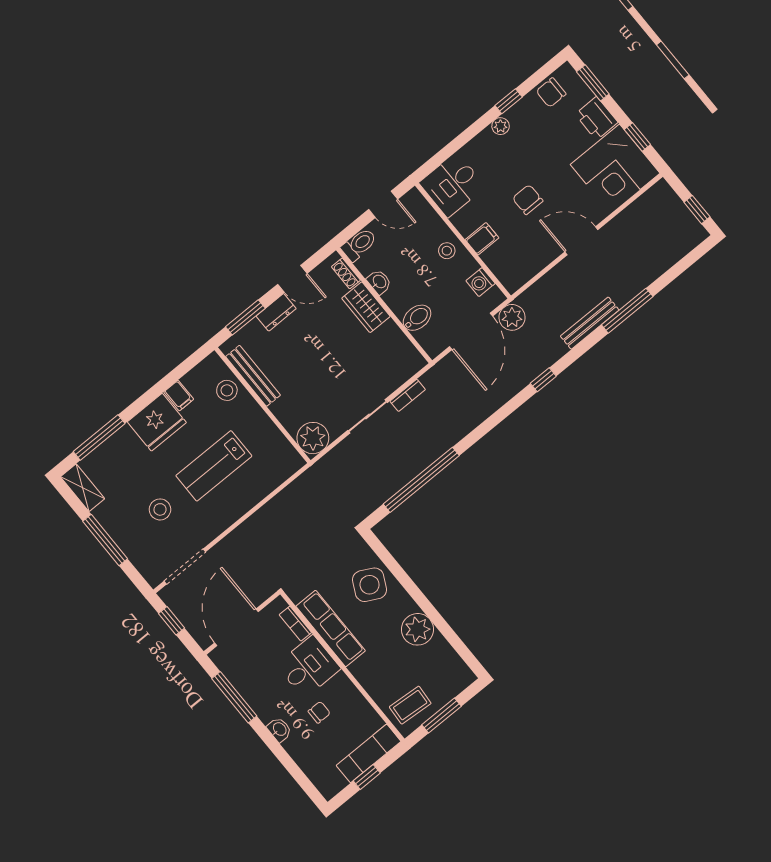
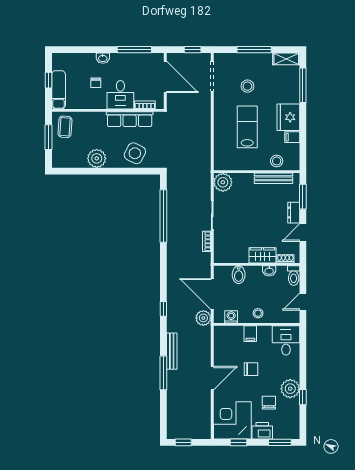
chair: (551, 93) -> (269, 403), moved
plant: (501, 126) -> (290, 389), width x1.88, depth x1.88

